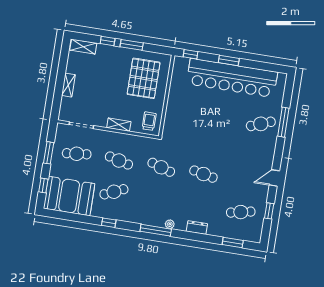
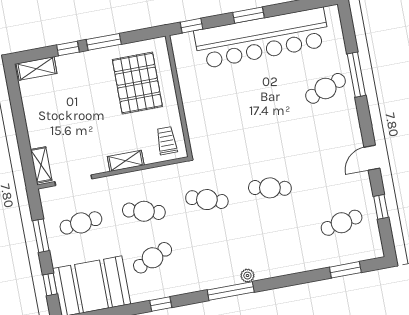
shelving: (68, 85) -> (41, 165), moved
dresser: (197, 227) -> (287, 267), removed

